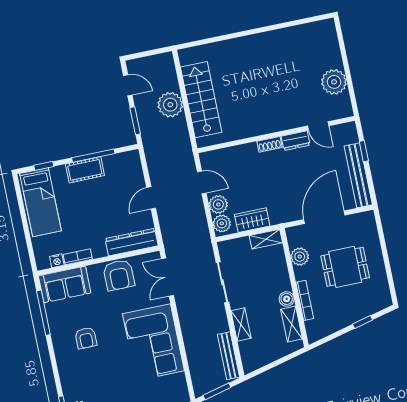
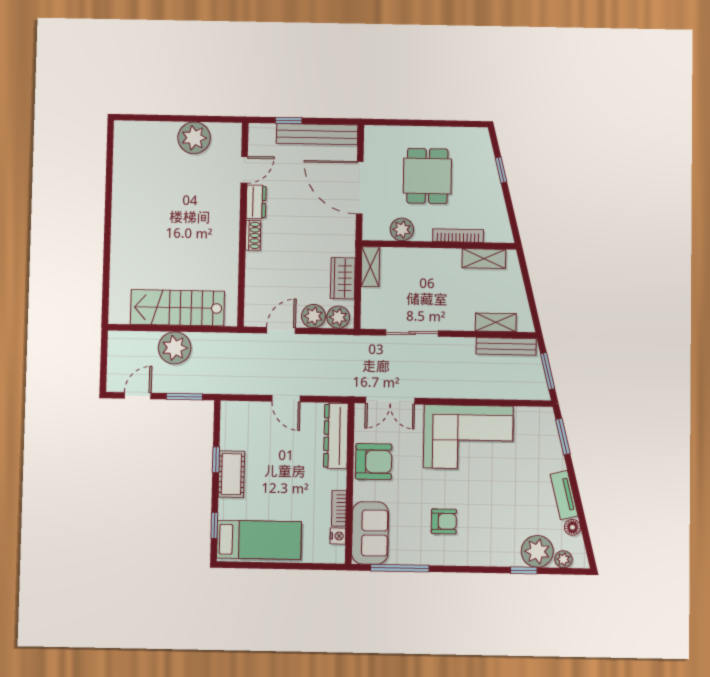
window: (93, 156) -> (216, 460), width x0.46
boiler: (287, 299) -> (451, 258), removed
shelving: (241, 324) -> (496, 322), moved

